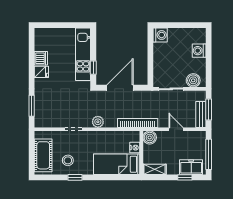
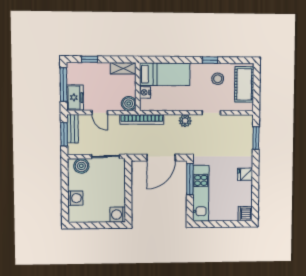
dishwasher: (41, 58) -> (245, 214), moved
window: (93, 68) -> (190, 179), width x2.17
freezer: (191, 167) -> (75, 97), moved, turned -90

